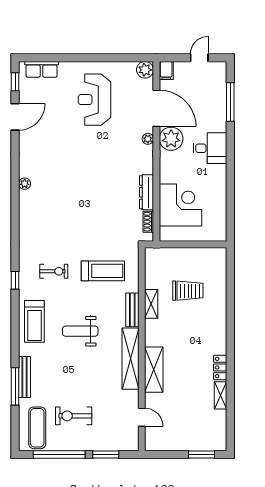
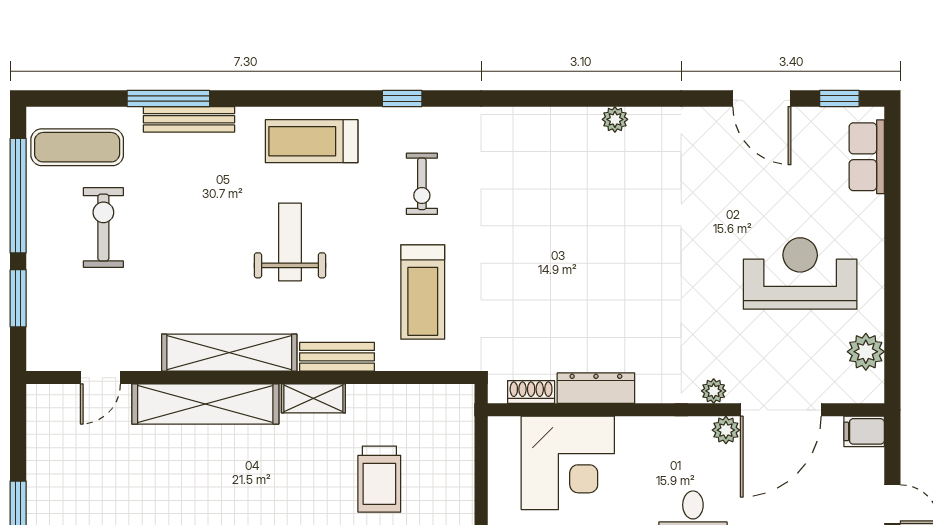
plant: (145, 70) -> (866, 352), moved
plant: (171, 139) -> (726, 430), width x0.53, depth x0.53
shelving: (151, 304) -> (313, 398), moved
shelving: (154, 370) -> (205, 404), width x1.47

